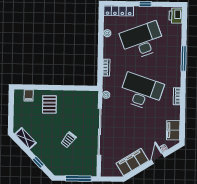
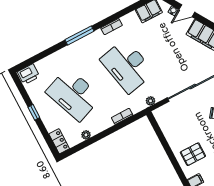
locker: (119, 11) -> (59, 141), width x0.66
window: (184, 58) -> (79, 35), moved
desk: (141, 92) -> (127, 66), turned -30

